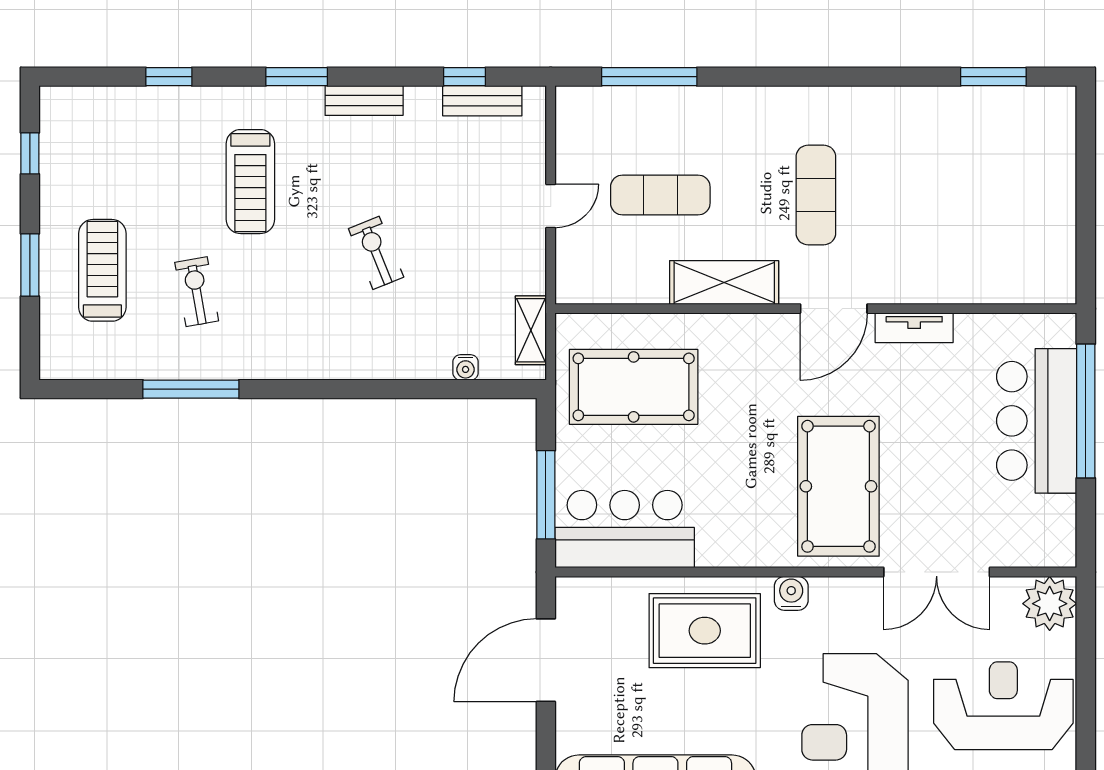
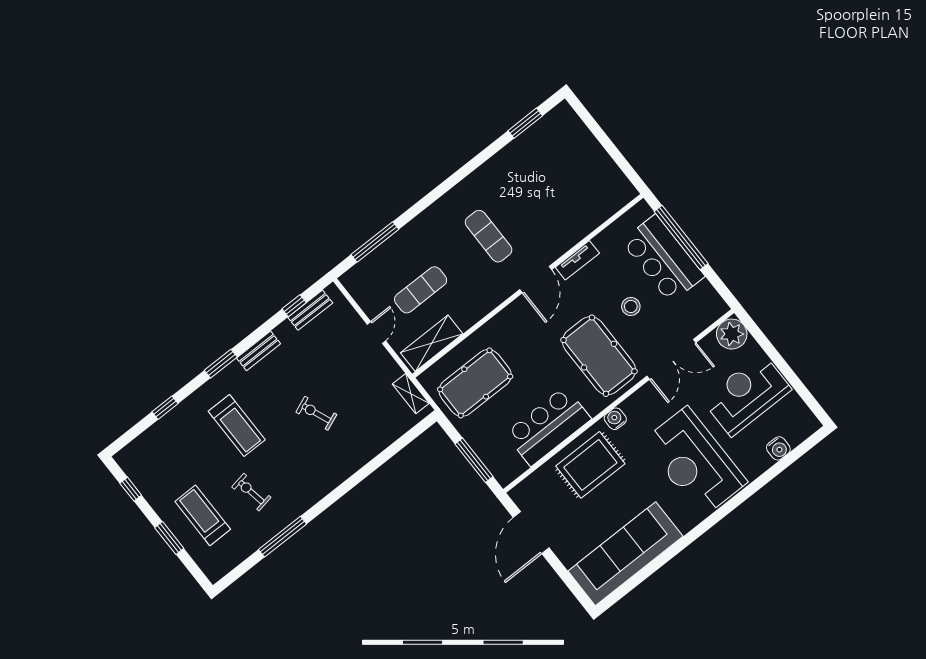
shelving: (724, 283) -> (432, 343), moved
water cooler: (466, 367) -> (395, 432), removed
stool: (938, 452) -> (631, 307), added
bar counter: (625, 529) -> (548, 426), moved

